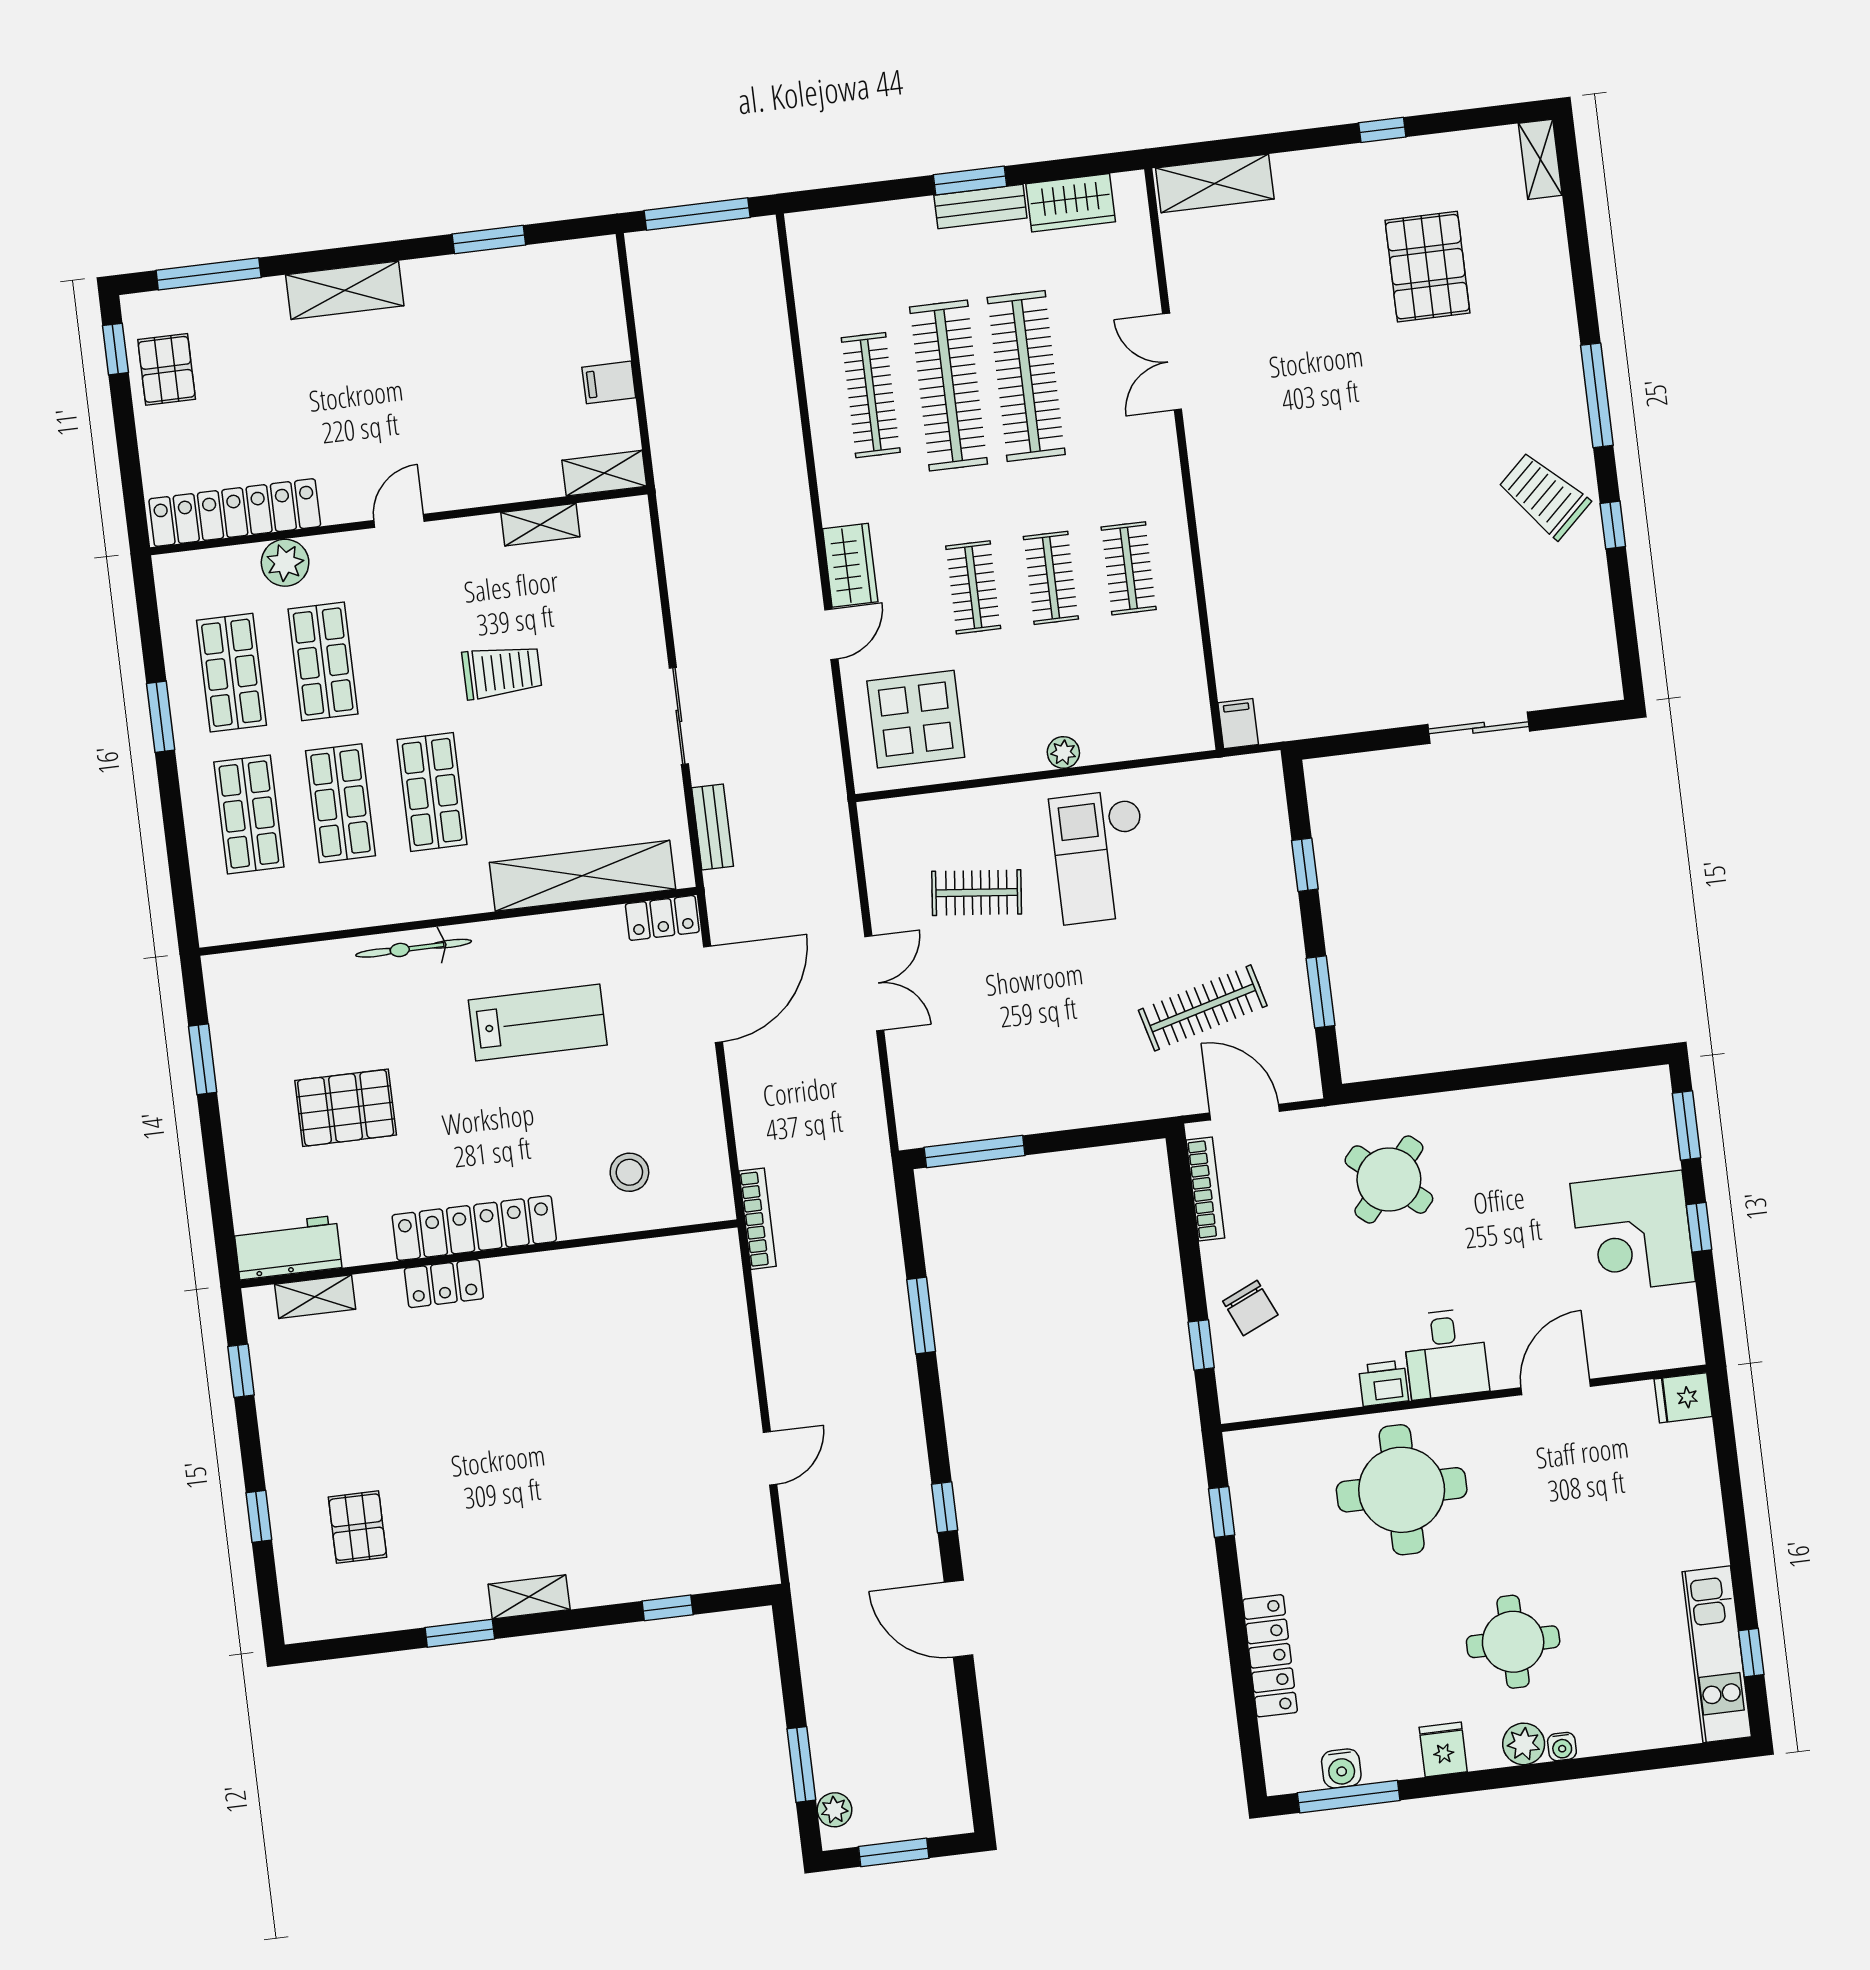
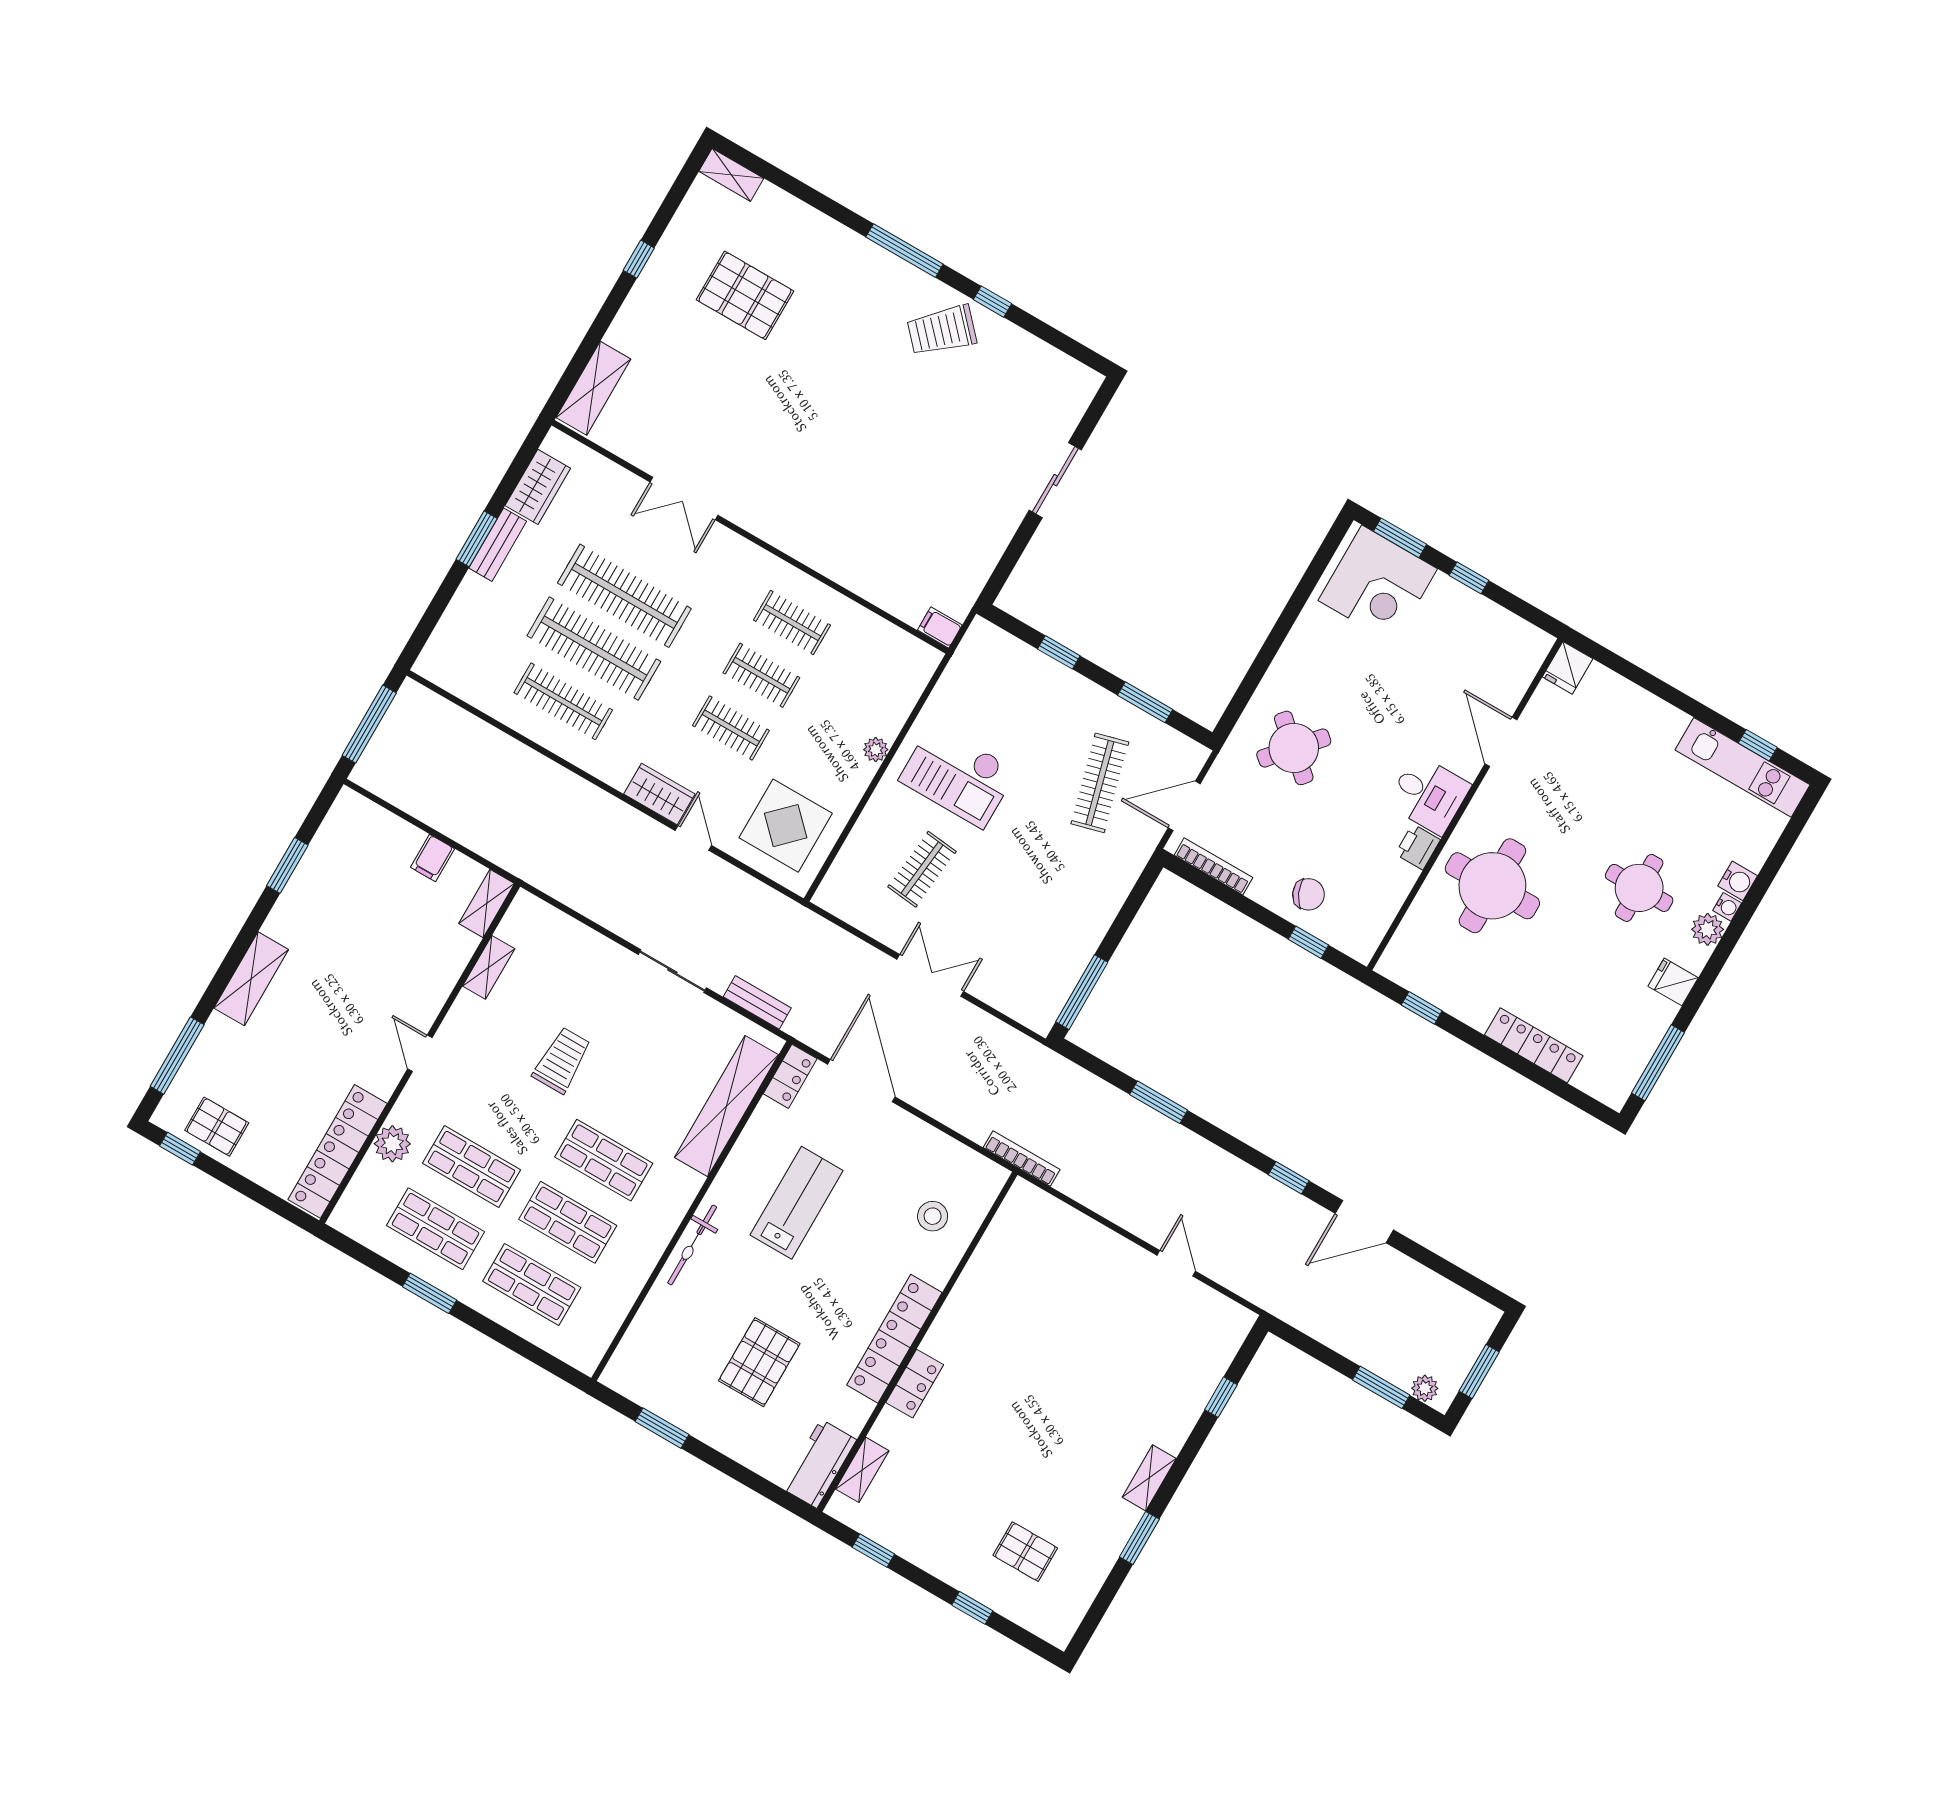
corner desk: (1633, 1233) -> (1378, 585), moved
water cooler: (1341, 1768) -> (1738, 881), moved

